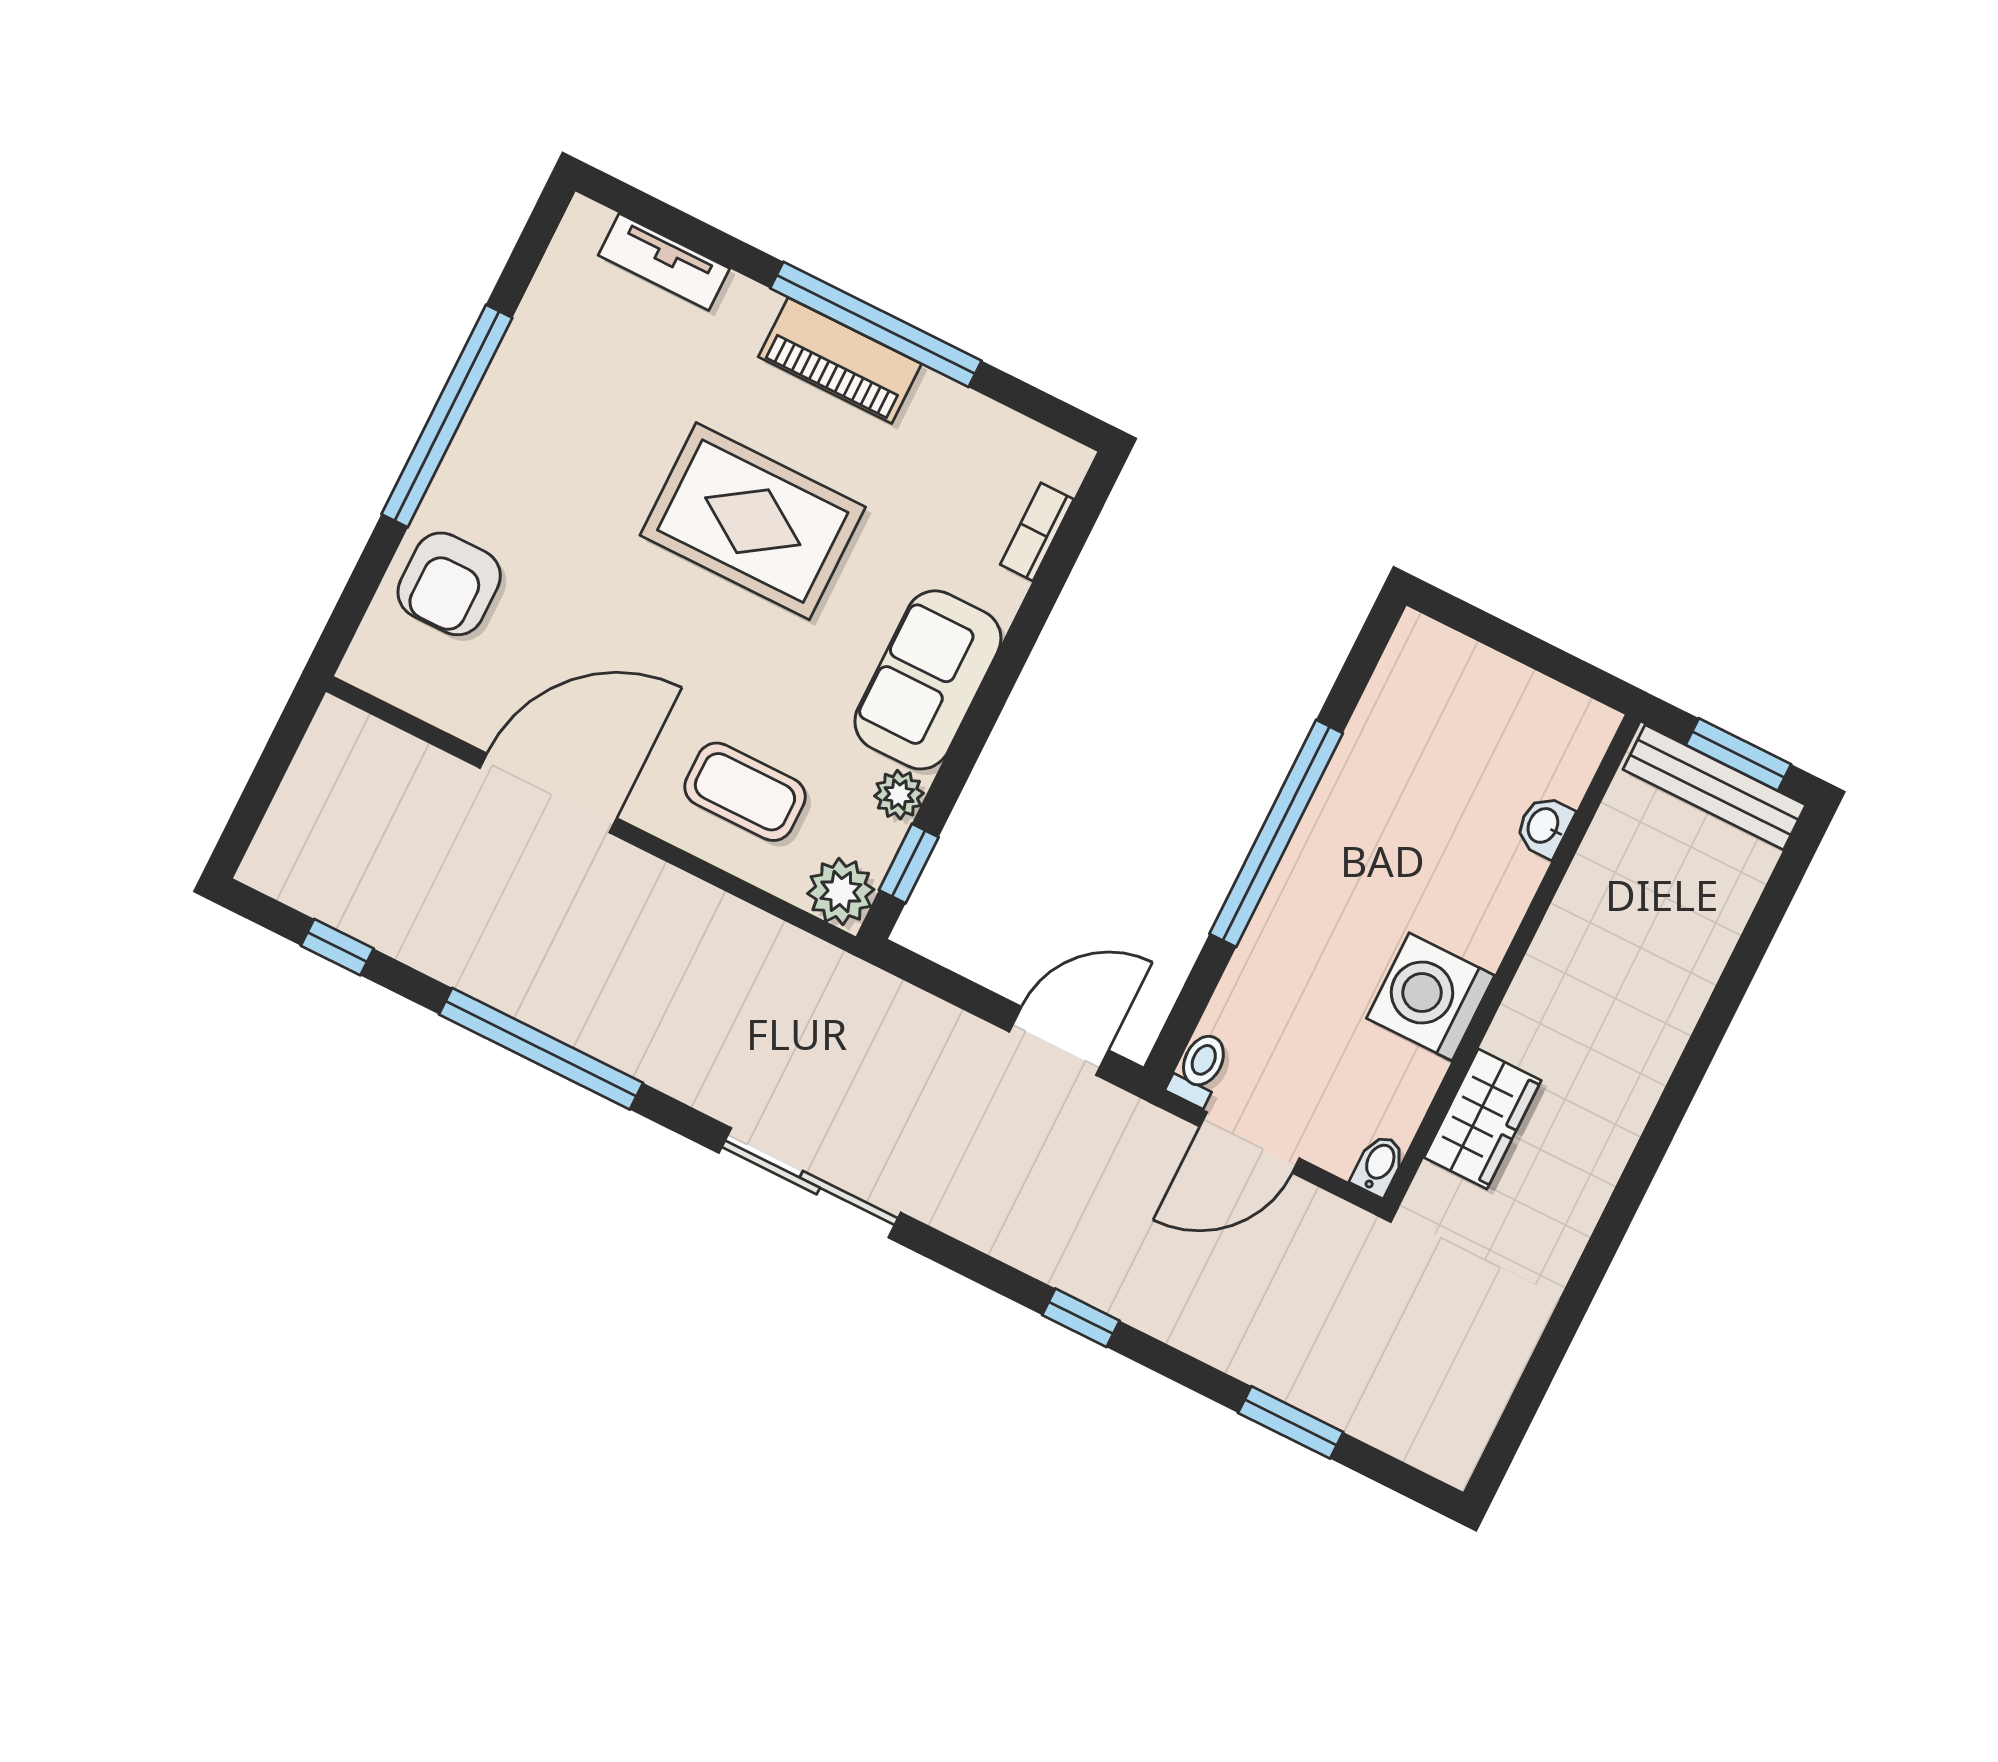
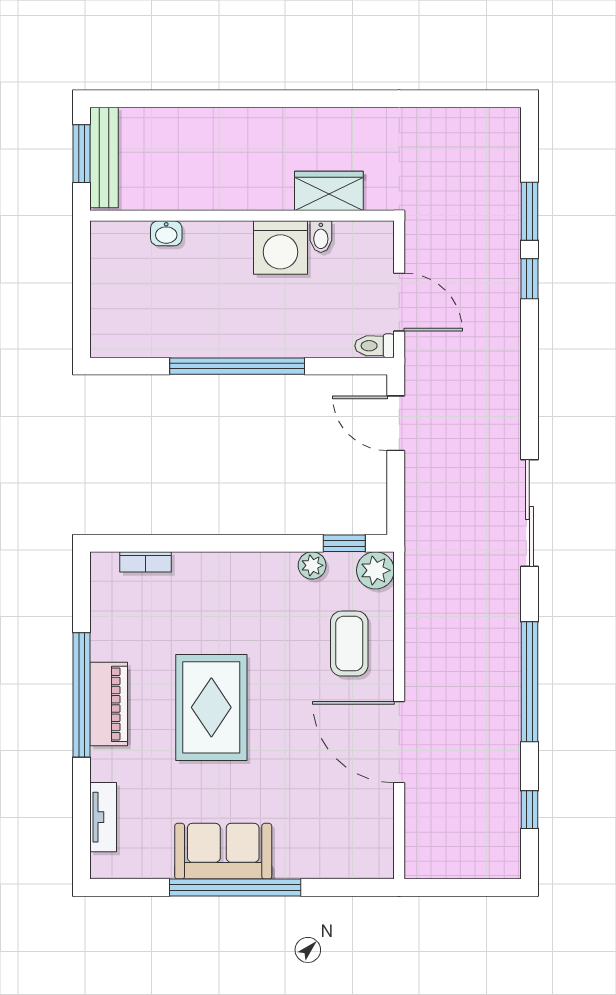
armchair: (449, 584) -> (319, 844), removed
sofa: (928, 680) -> (223, 851), moved, turned 180
bidet: (1379, 1165) -> (321, 237), moved, turned -90
window: (1081, 1318) -> (529, 279), moved

